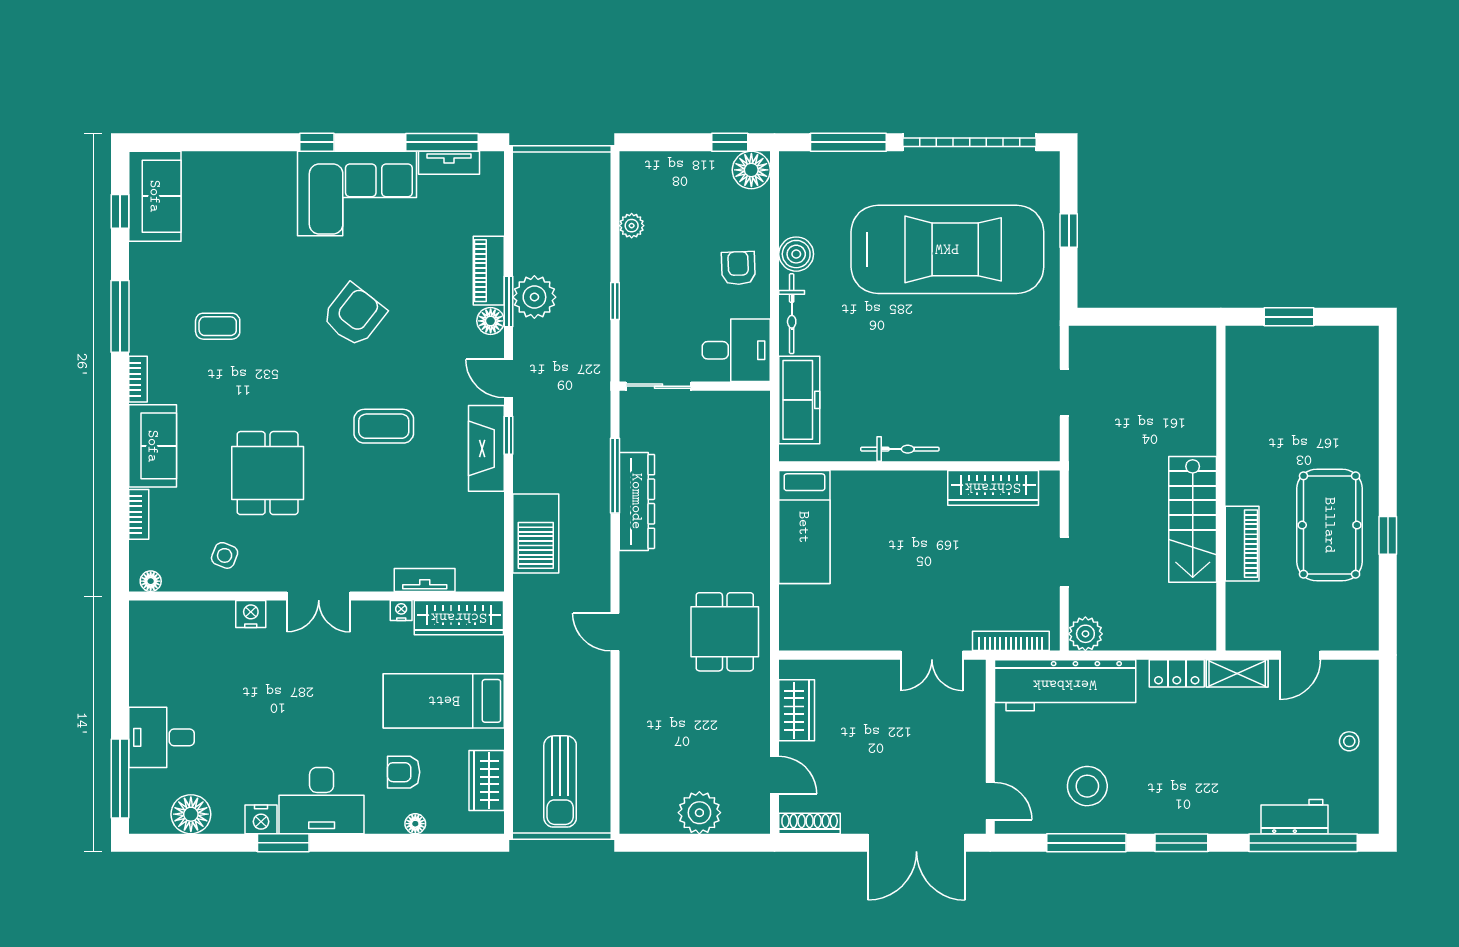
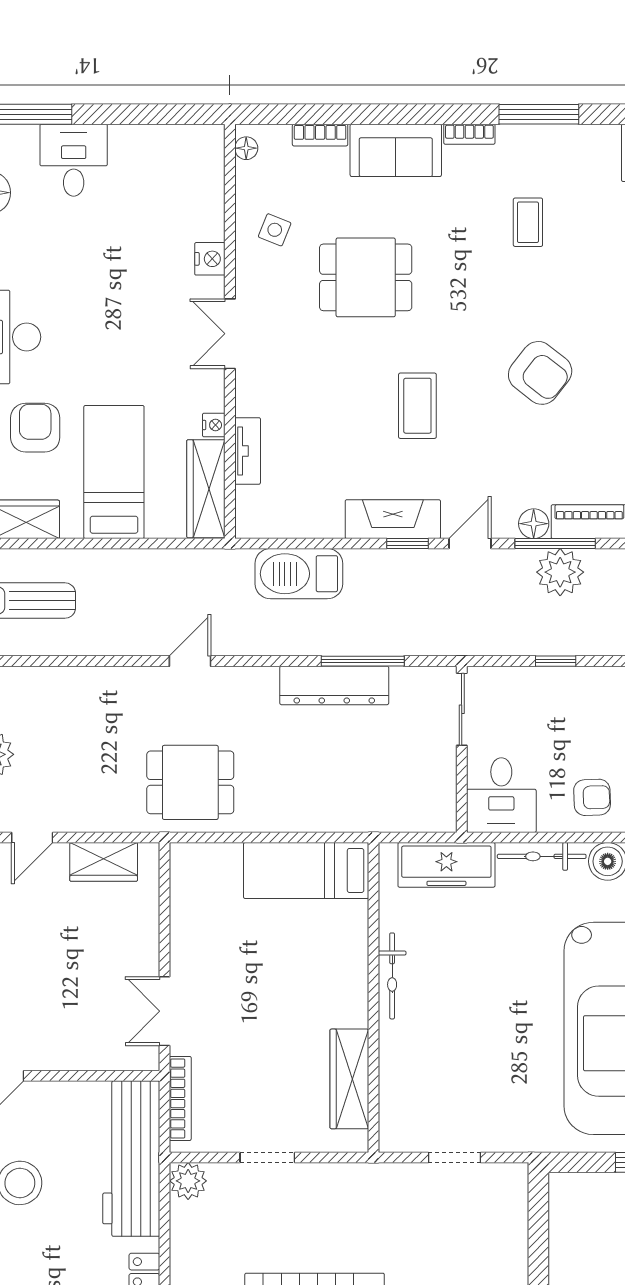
window: (509, 301) -> (555, 544), width x1.44
armchair: (404, 772) -> (35, 428), width x1.38, depth x1.38

